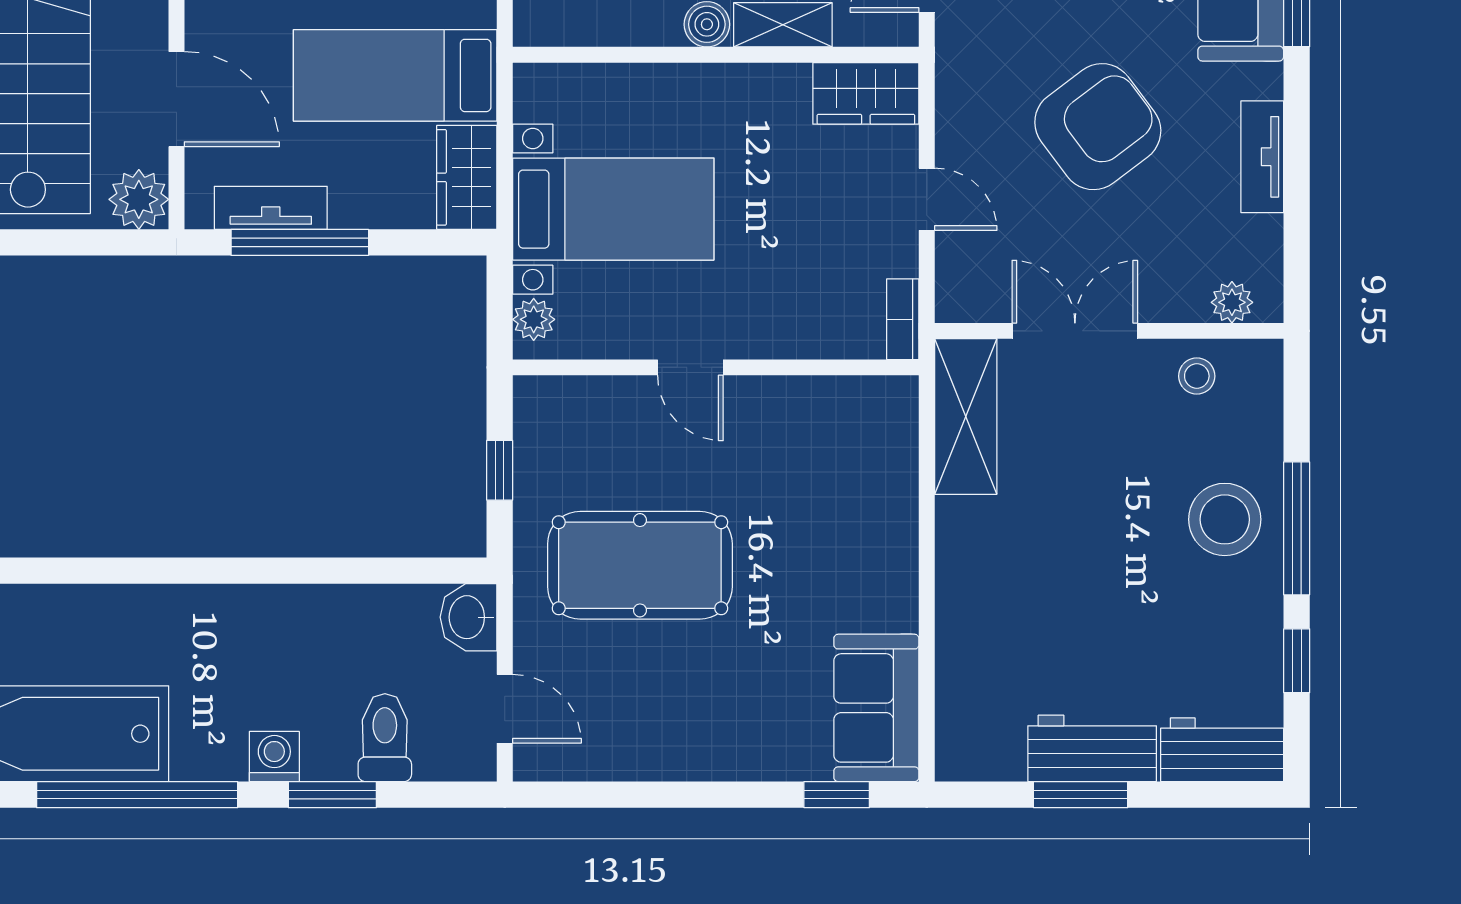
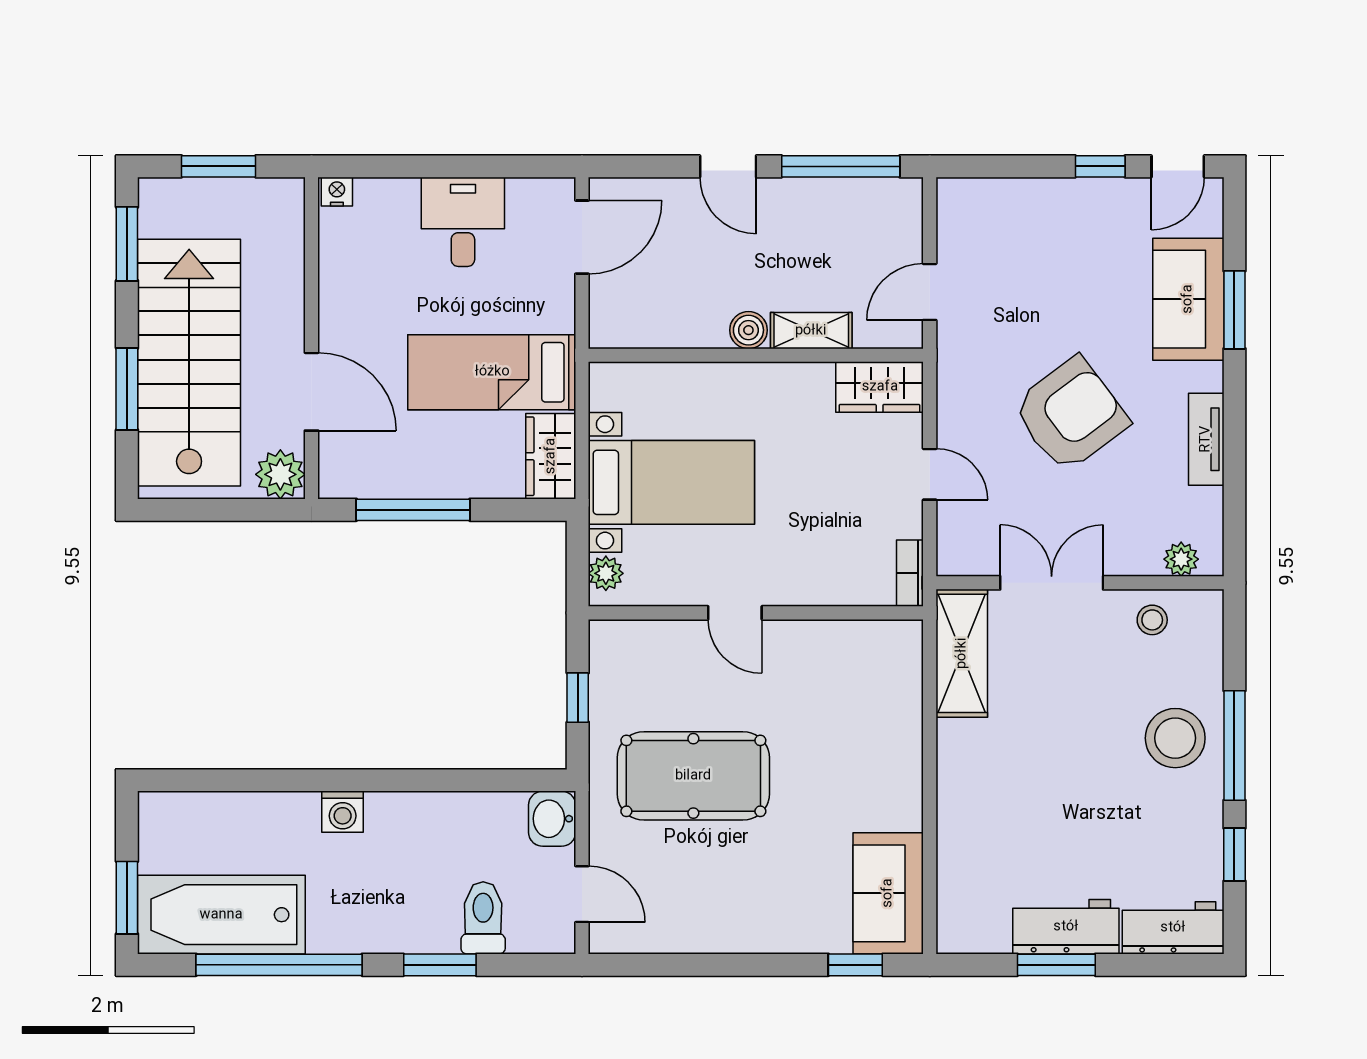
tv unit: (271, 208) -> (389, 481), removed
washing machine: (274, 757) -> (343, 812), moved, turned 180

